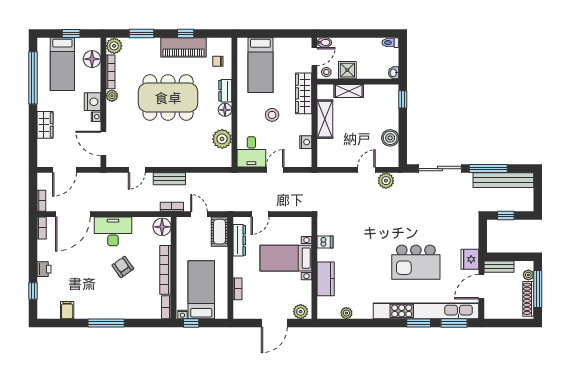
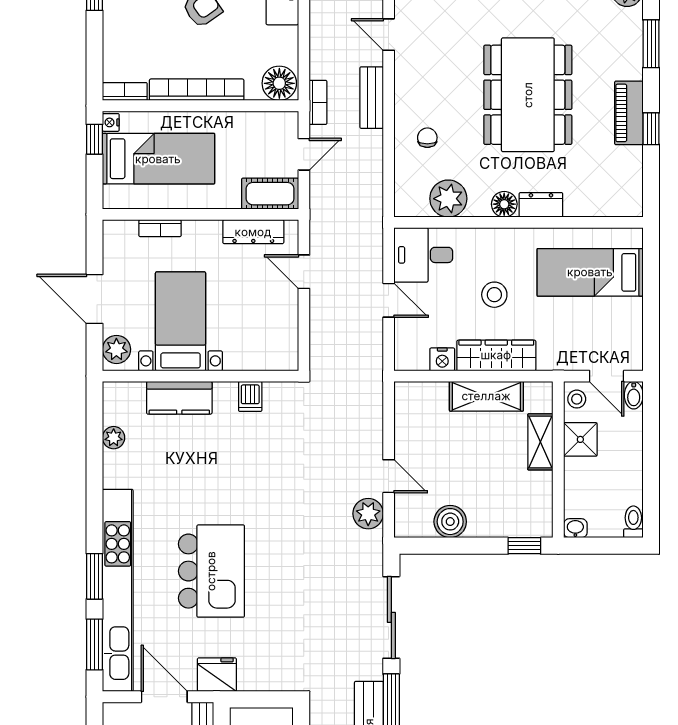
piano: (184, 47) -> (629, 113), width x0.73, depth x0.75
chair: (218, 61) -> (427, 138), moved
wardrobe: (304, 93) -> (496, 355), moved
bed with nightstands: (286, 258) -> (181, 321), moved
kitchen island: (416, 262) -> (211, 571), turned 180

